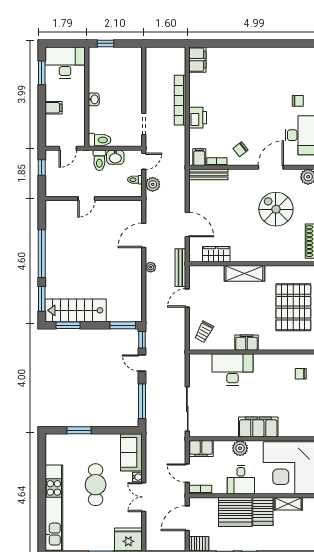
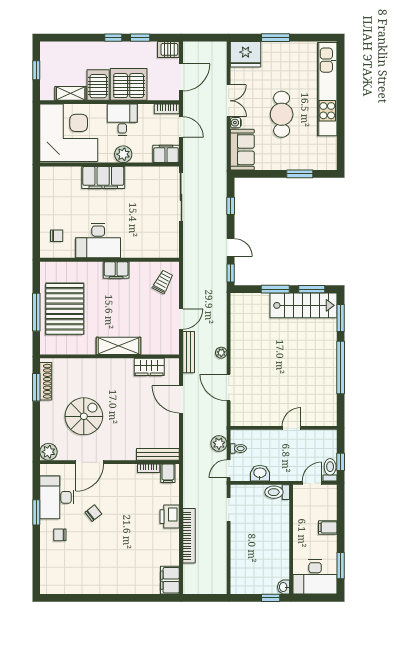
washbasin: (94, 99) -> (284, 587), moved
chair: (241, 149) -> (93, 513), moved
toilet: (99, 160) -> (330, 470), moved
spiral stairs: (276, 209) -> (84, 416), turned -90
door: (144, 235) -> (229, 388), swing flipped
window: (123, 325) -> (275, 289), moved
desk: (233, 370) -> (98, 241), moved
window: (142, 401) -> (231, 206), width x0.46

